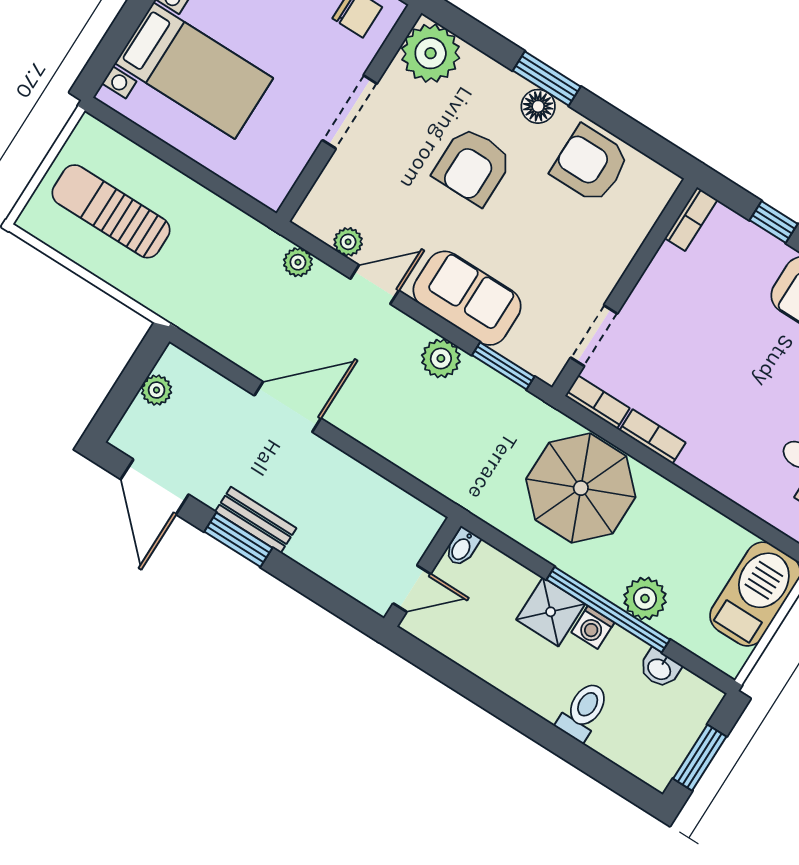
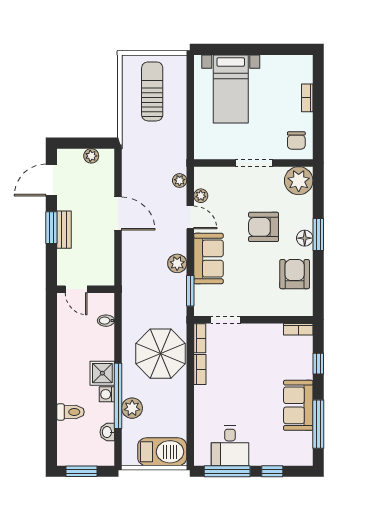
wall: (422, 572) -> (86, 289), moved
door: (412, 589) -> (76, 289), moved

